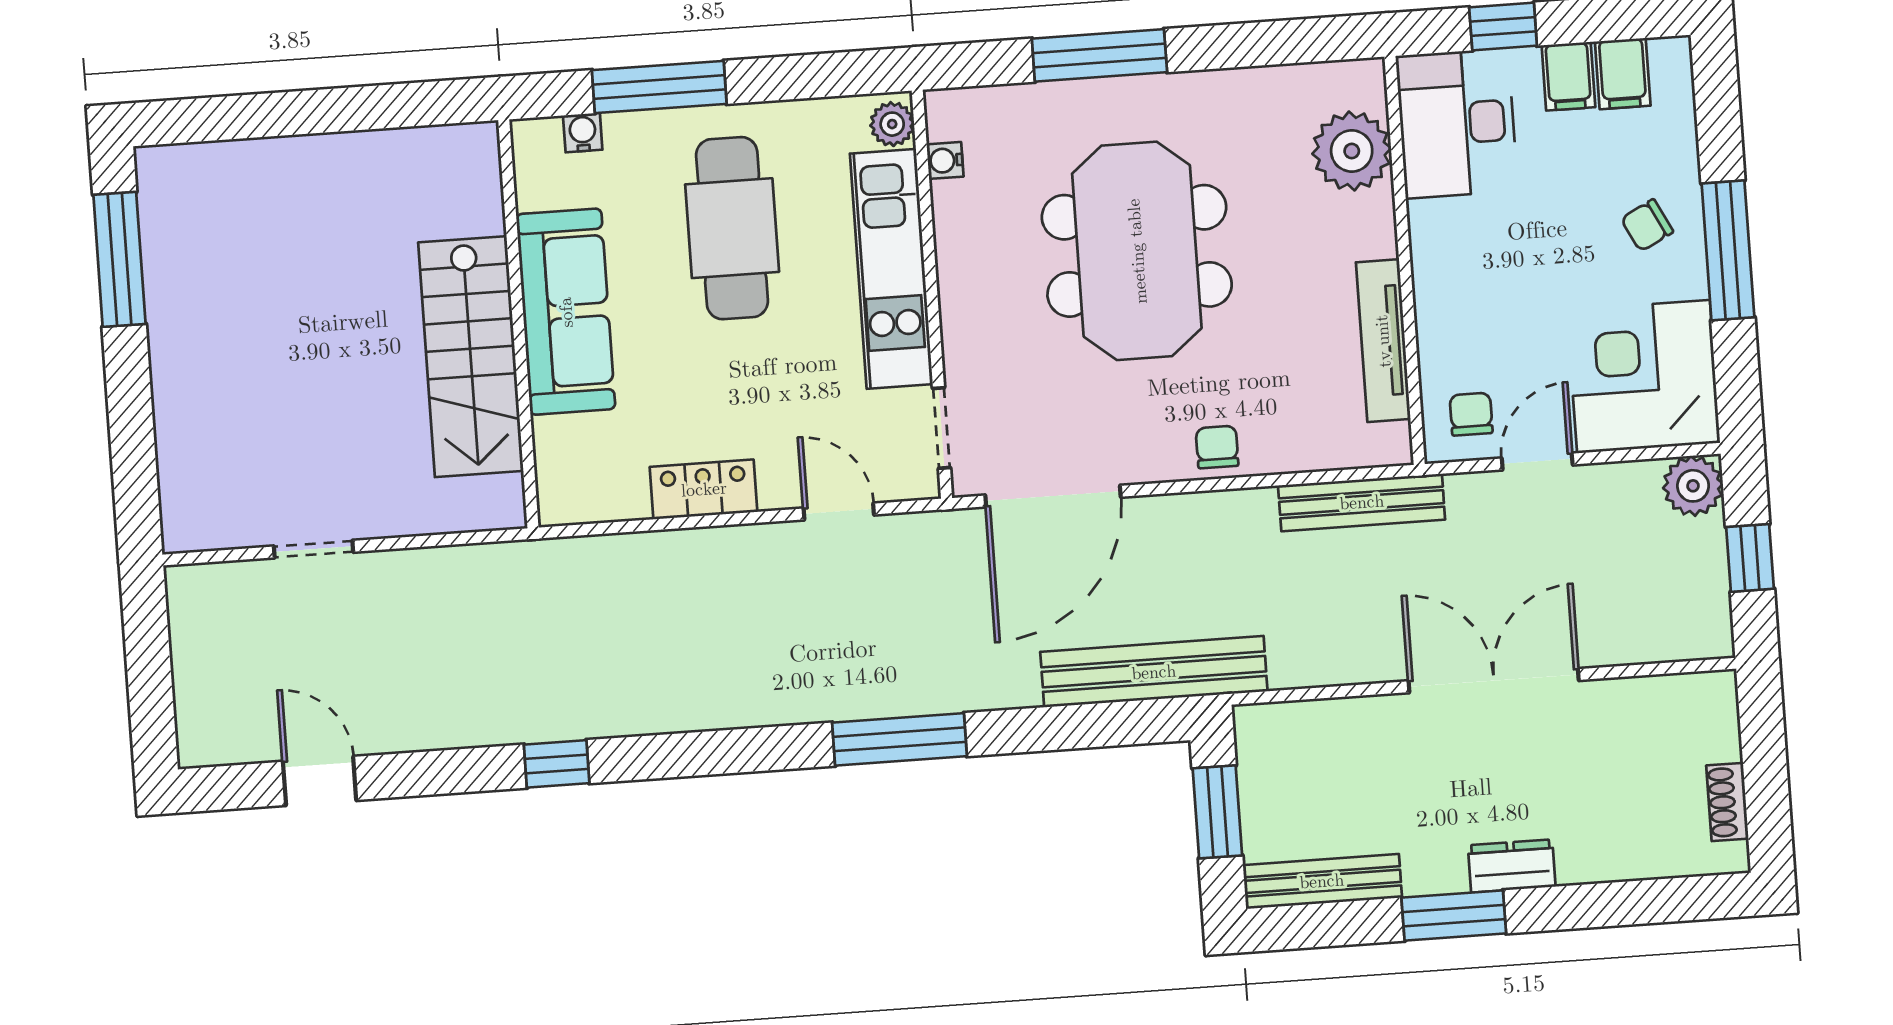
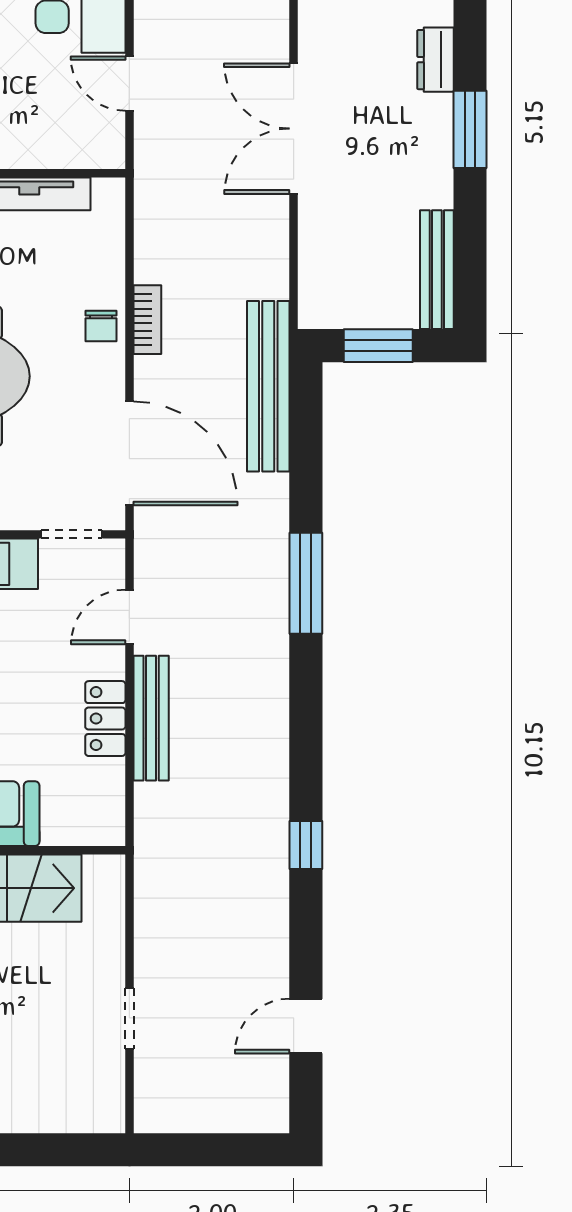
chair: (1471, 414) -> (90, 131), removed
chair: (1217, 447) -> (101, 326), turned -90
bench: (1362, 502) -> (151, 718), moved
bookcase: (1230, 507) -> (147, 320), added
dresser: (1512, 866) -> (435, 60), moved
window: (1454, 916) -> (470, 129), moved

